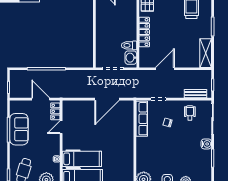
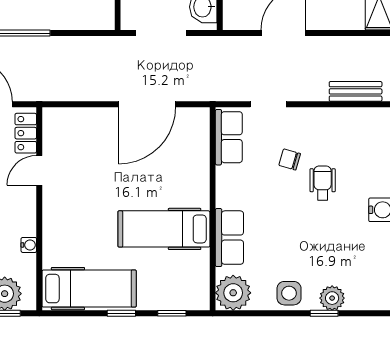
wheelchair: (190, 113) -> (323, 183), moved
row of seats: (142, 119) -> (229, 137), width x0.68
row of seats: (142, 156) -> (229, 238), added
hospital bed: (82, 159) -> (164, 229), moved, turned 180

